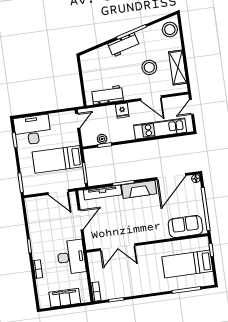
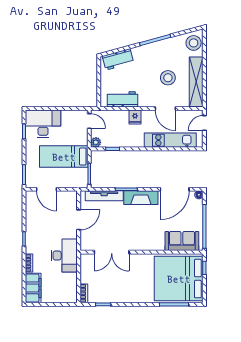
workbench: (124, 45) -> (118, 59), moved
shelving: (178, 68) -> (196, 82), width x1.47
door: (78, 121) -> (89, 121), hinge flipped
plant: (102, 139) -> (96, 142), moved
door: (58, 192) -> (47, 189), moved
bed: (187, 264) -> (179, 279), width x2.04
filing cabinet: (65, 298) -> (33, 288), moved, turned 90

